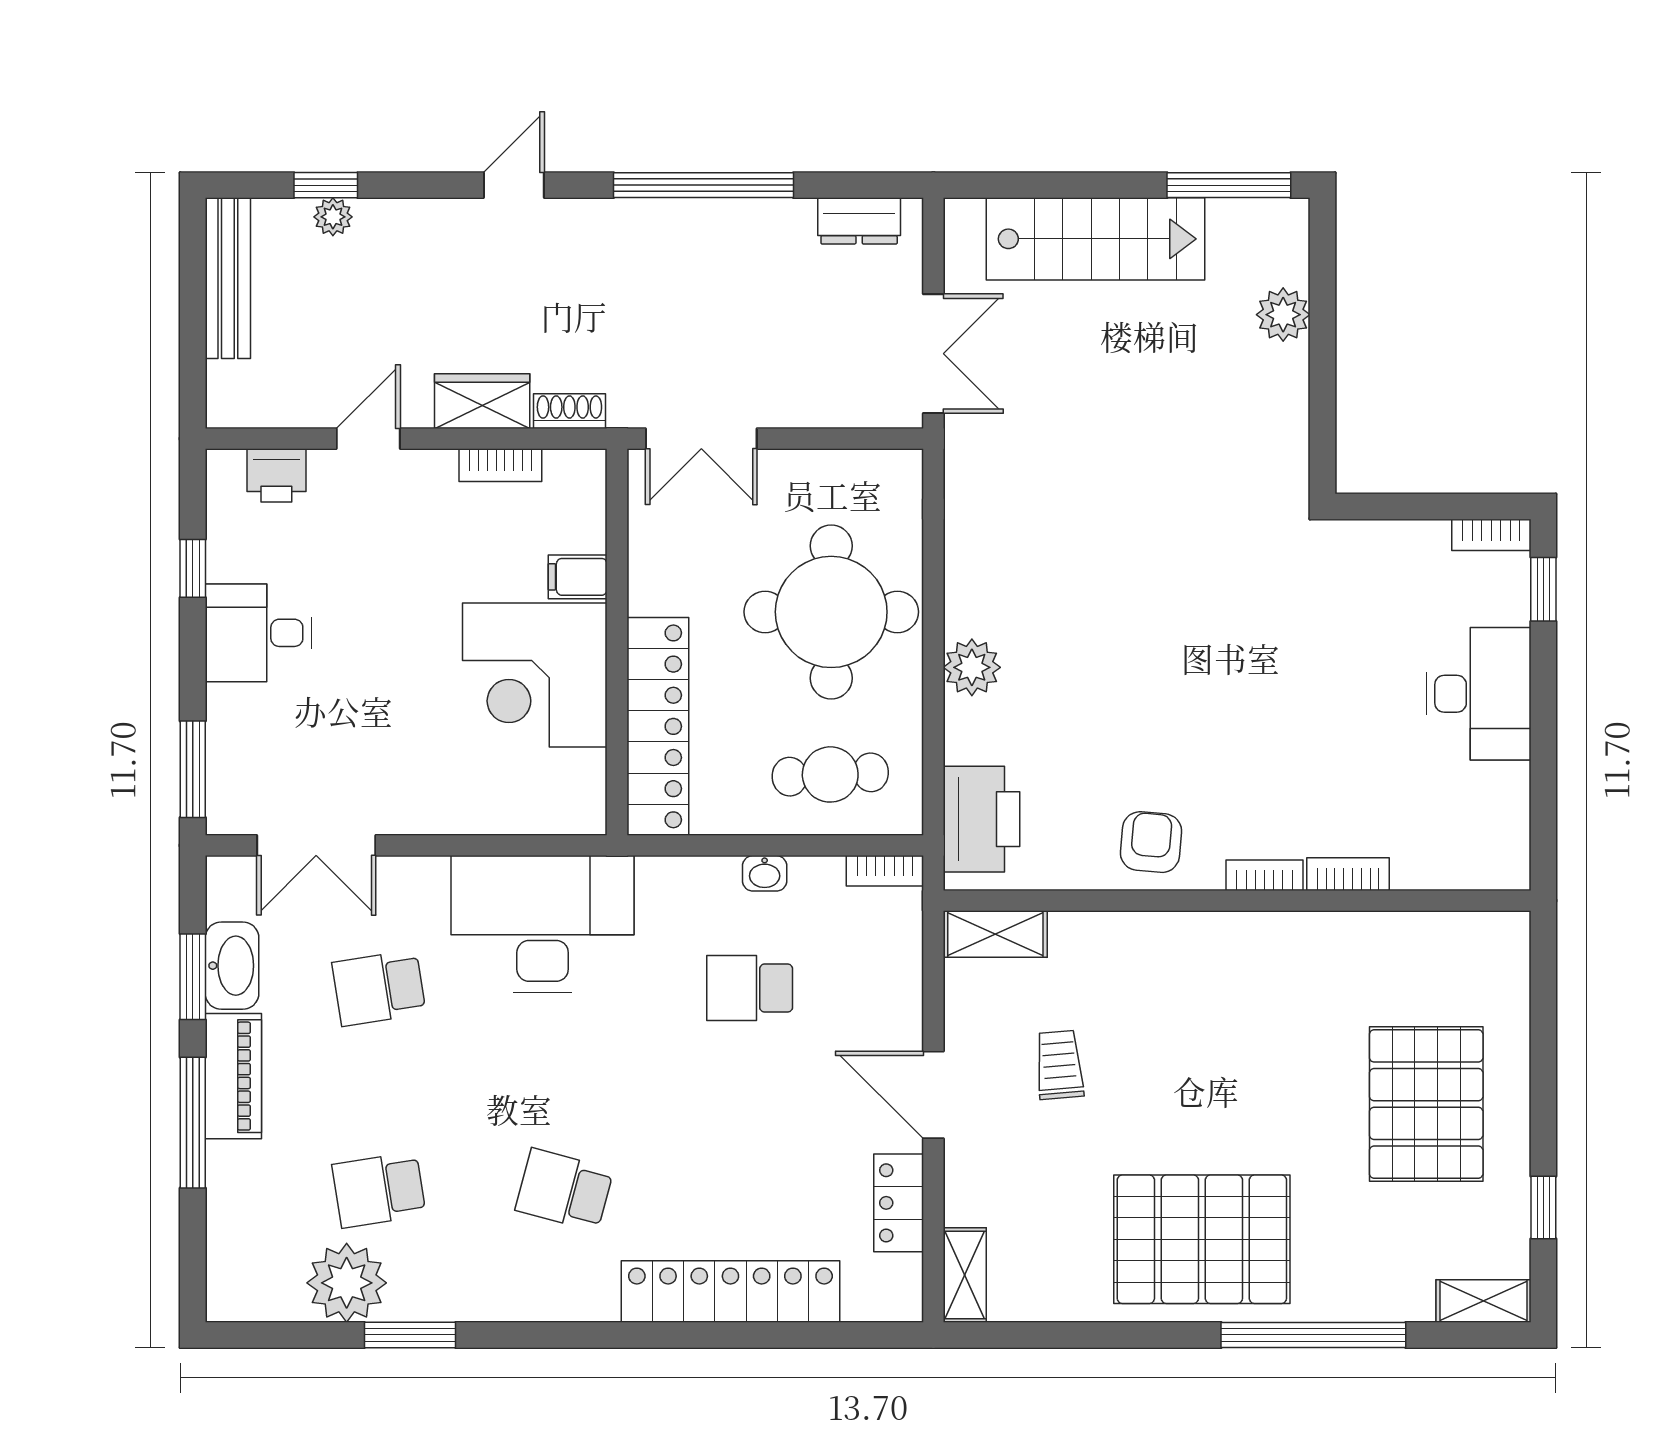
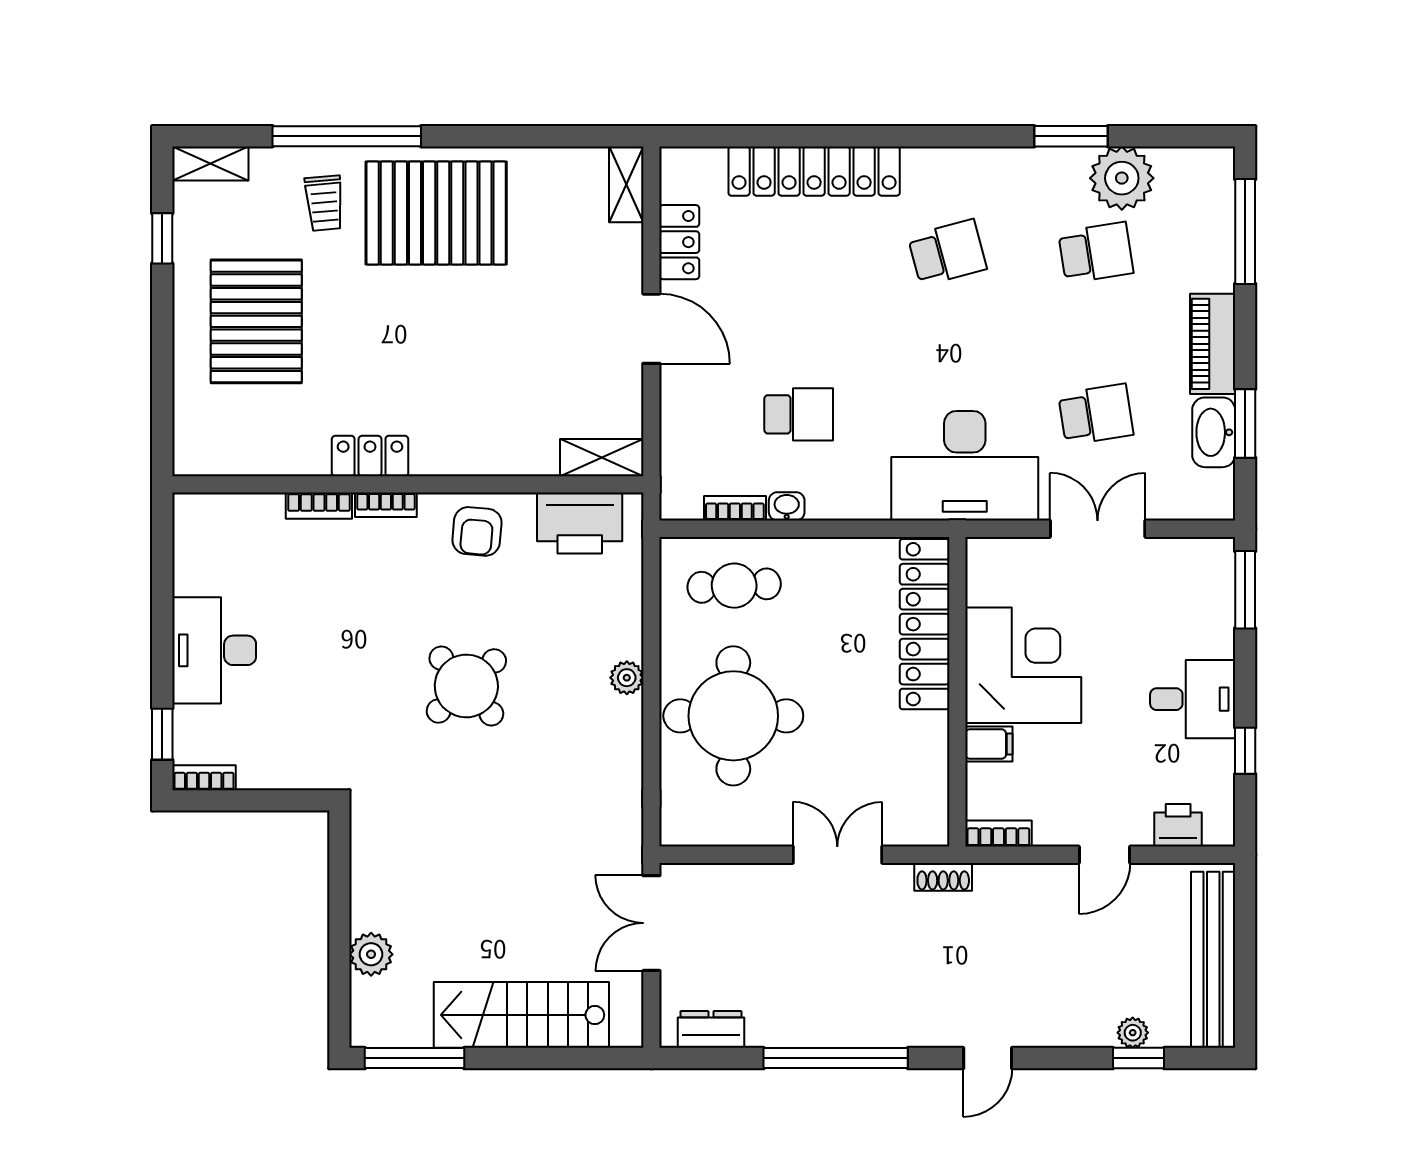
bench: (228, 278) -> (1213, 960), width x1.37, depth x1.21
wardrobe: (482, 401) -> (1013, 885), removed
filing cabinet: (578, 577) -> (989, 744), moved
wall: (617, 642) -> (957, 692), moved
round table: (1164, 649) -> (466, 686), added
plant: (972, 667) -> (627, 678), width x0.73, depth x0.73
corner desk: (535, 675) -> (1023, 665), moved
locker: (658, 726) -> (925, 624), moved
printer: (981, 819) -> (580, 523), moved, turned -90
double door: (316, 845) -> (1098, 529), moved
bookcase: (885, 871) -> (735, 508), moved
locker: (1284, 936) -> (370, 456), added
trolley: (1059, 1065) -> (324, 203), moved
window: (193, 1123) -> (1245, 232), moved
school desk: (564, 1190) -> (947, 253), turned -30

